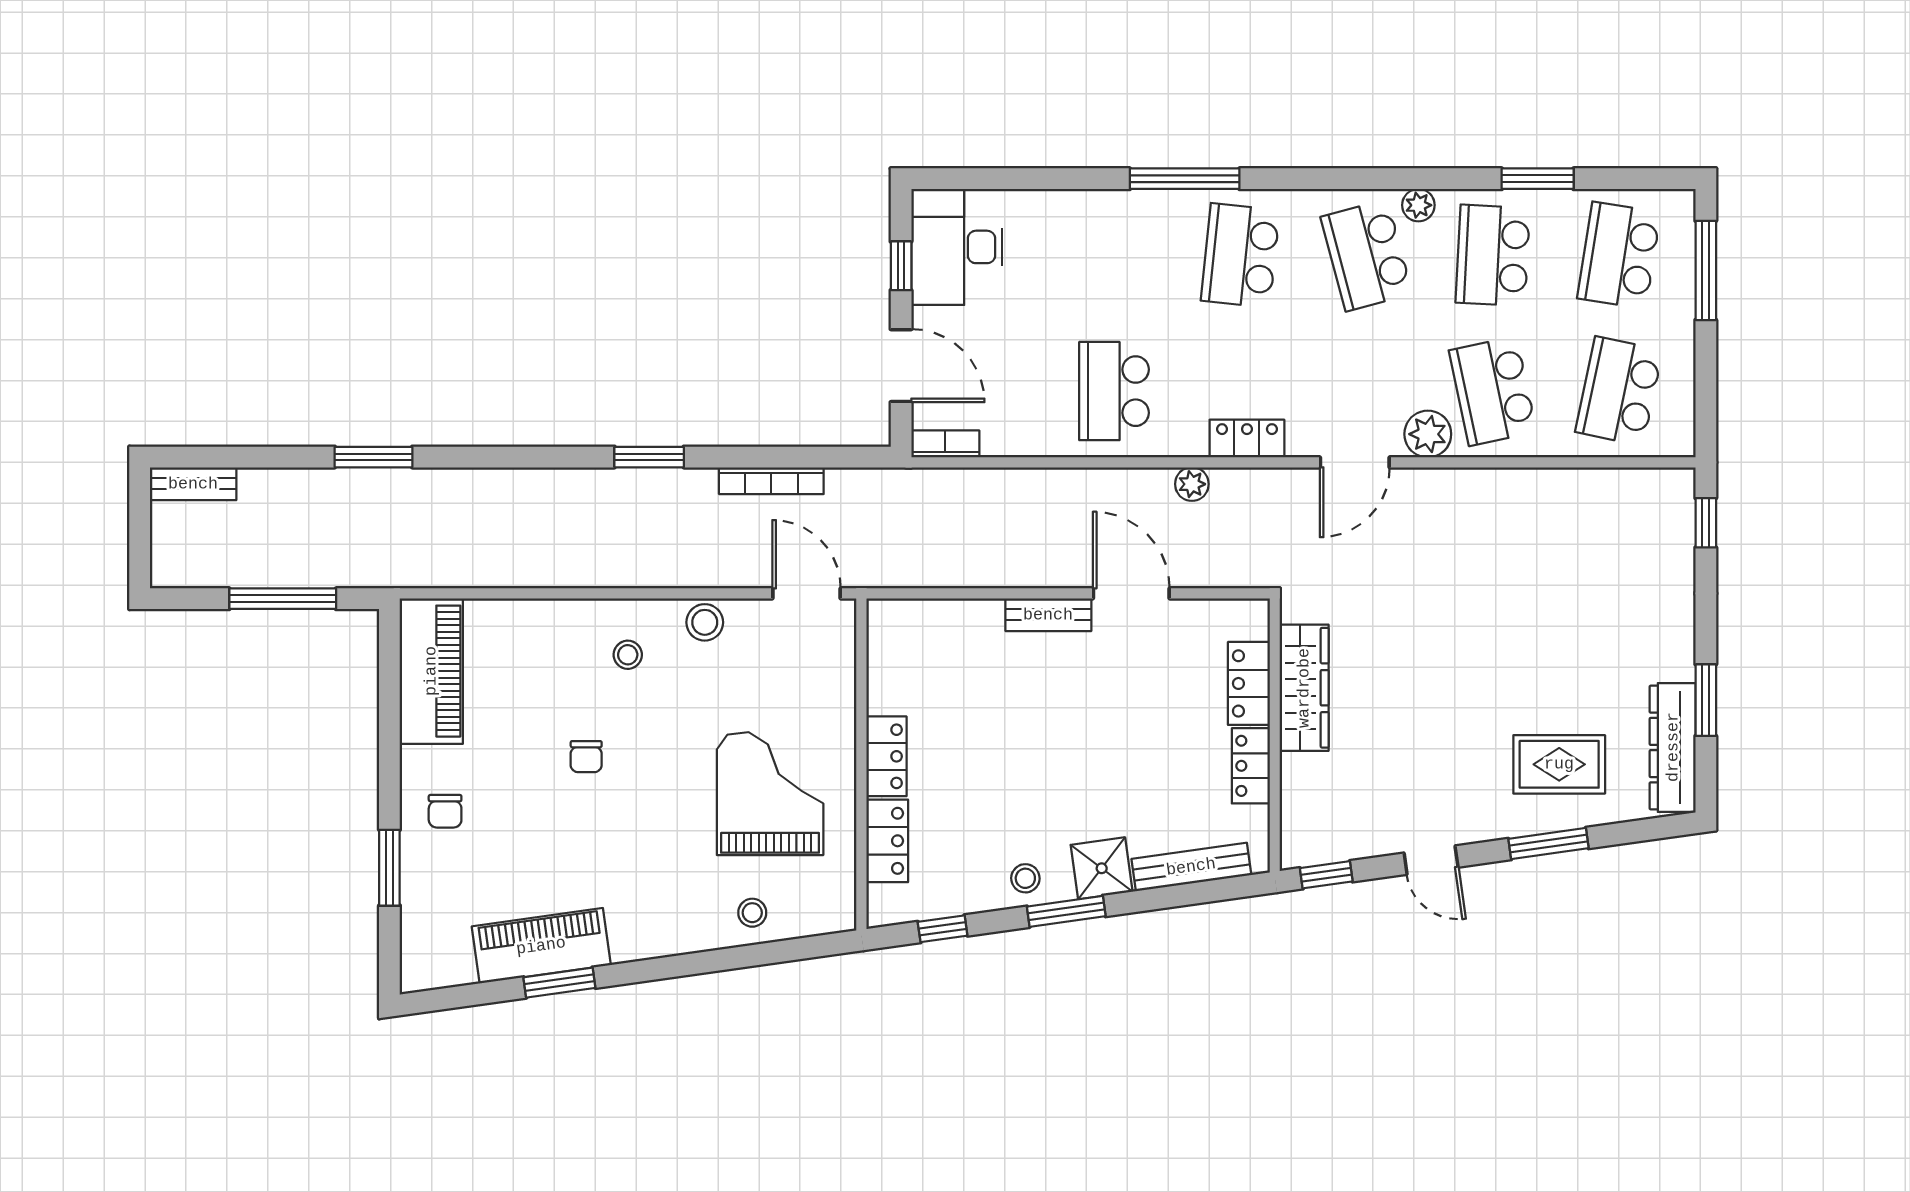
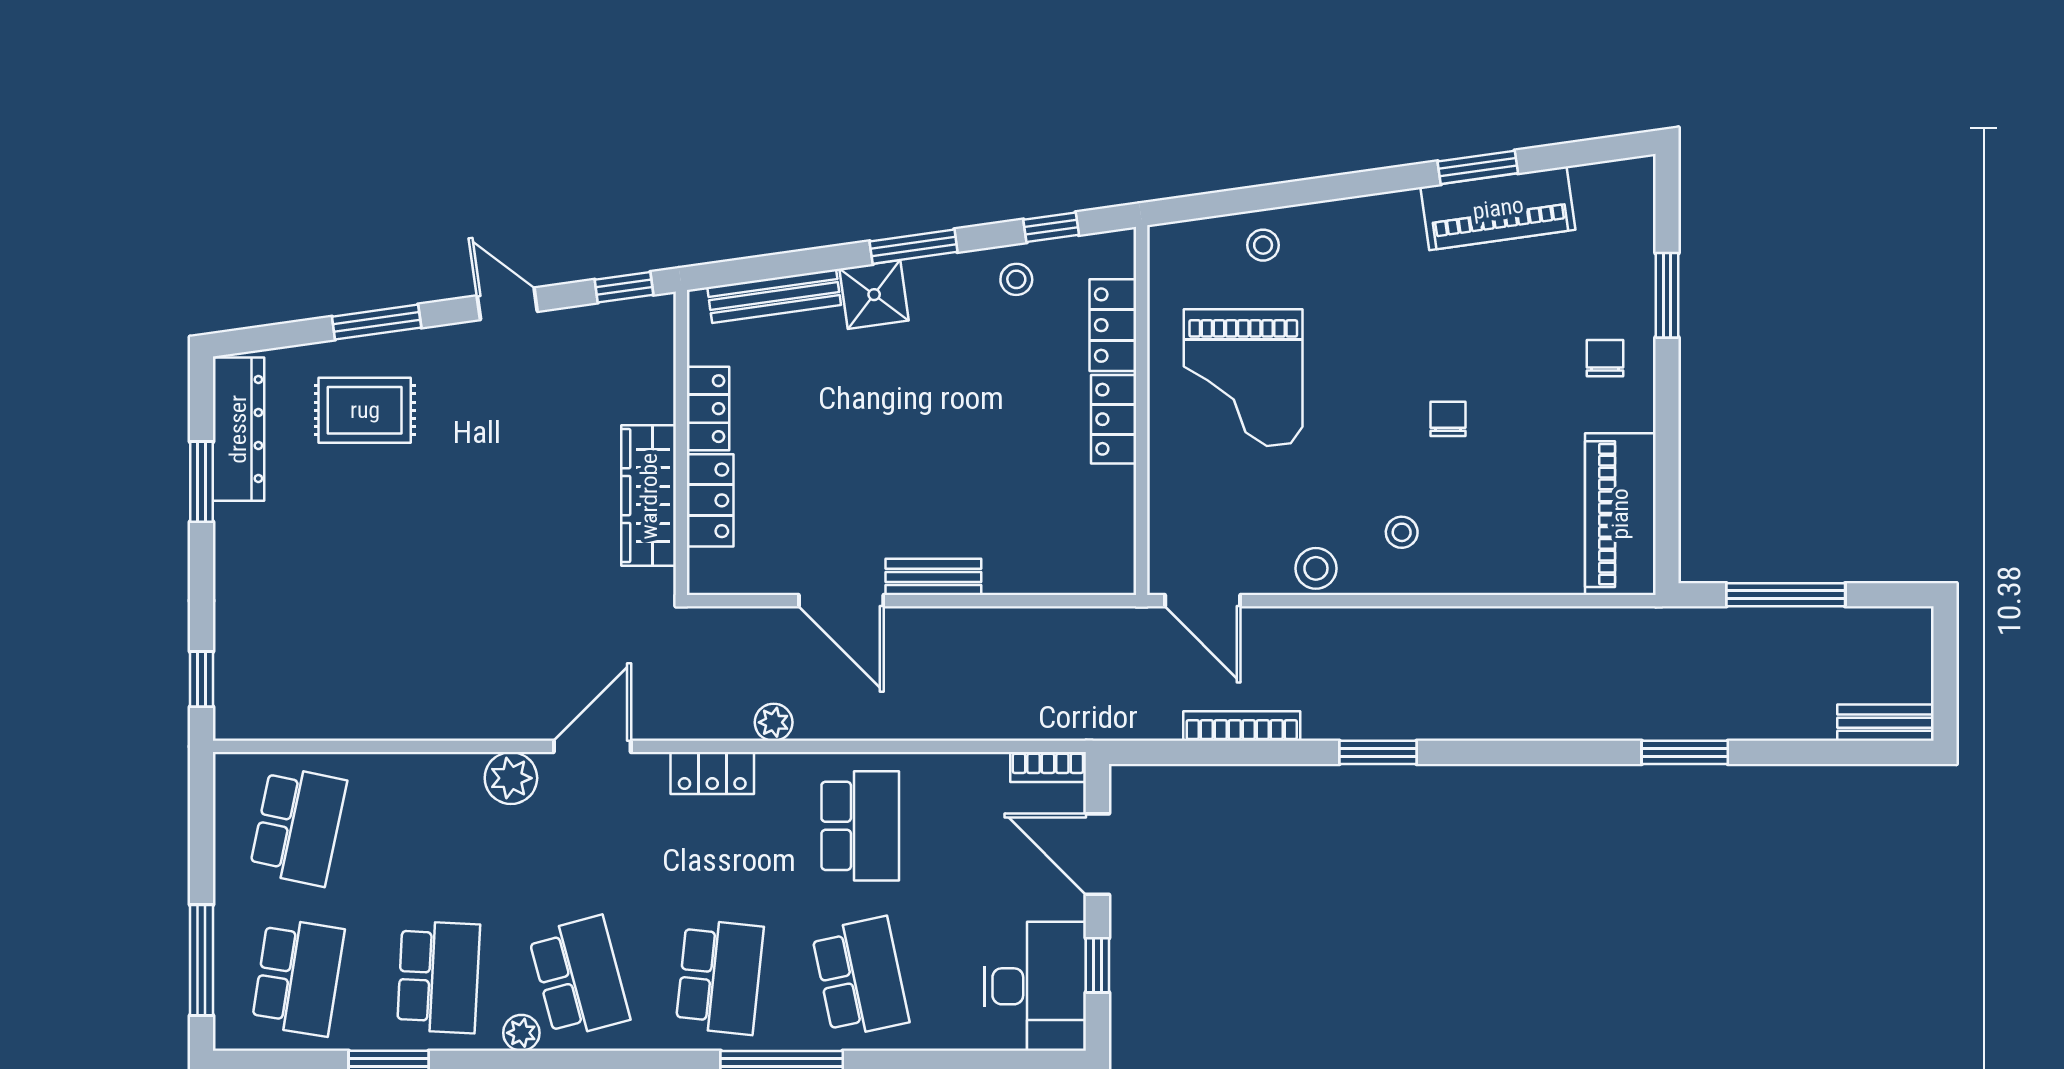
school desk: (1493, 391) -> (860, 977), moved
stool: (1025, 878) -> (1016, 279), moved

